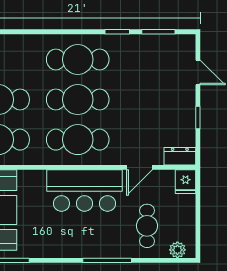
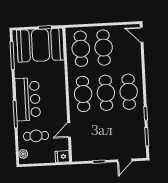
dresser: (180, 156) -> (77, 153), removed
door: (140, 167) -> (69, 130), hinge flipped
bar counter: (84, 191) -> (28, 99), moved, turned 180

